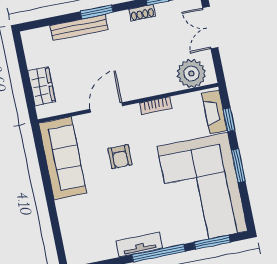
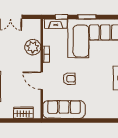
plant: (191, 74) -> (33, 47), moved

